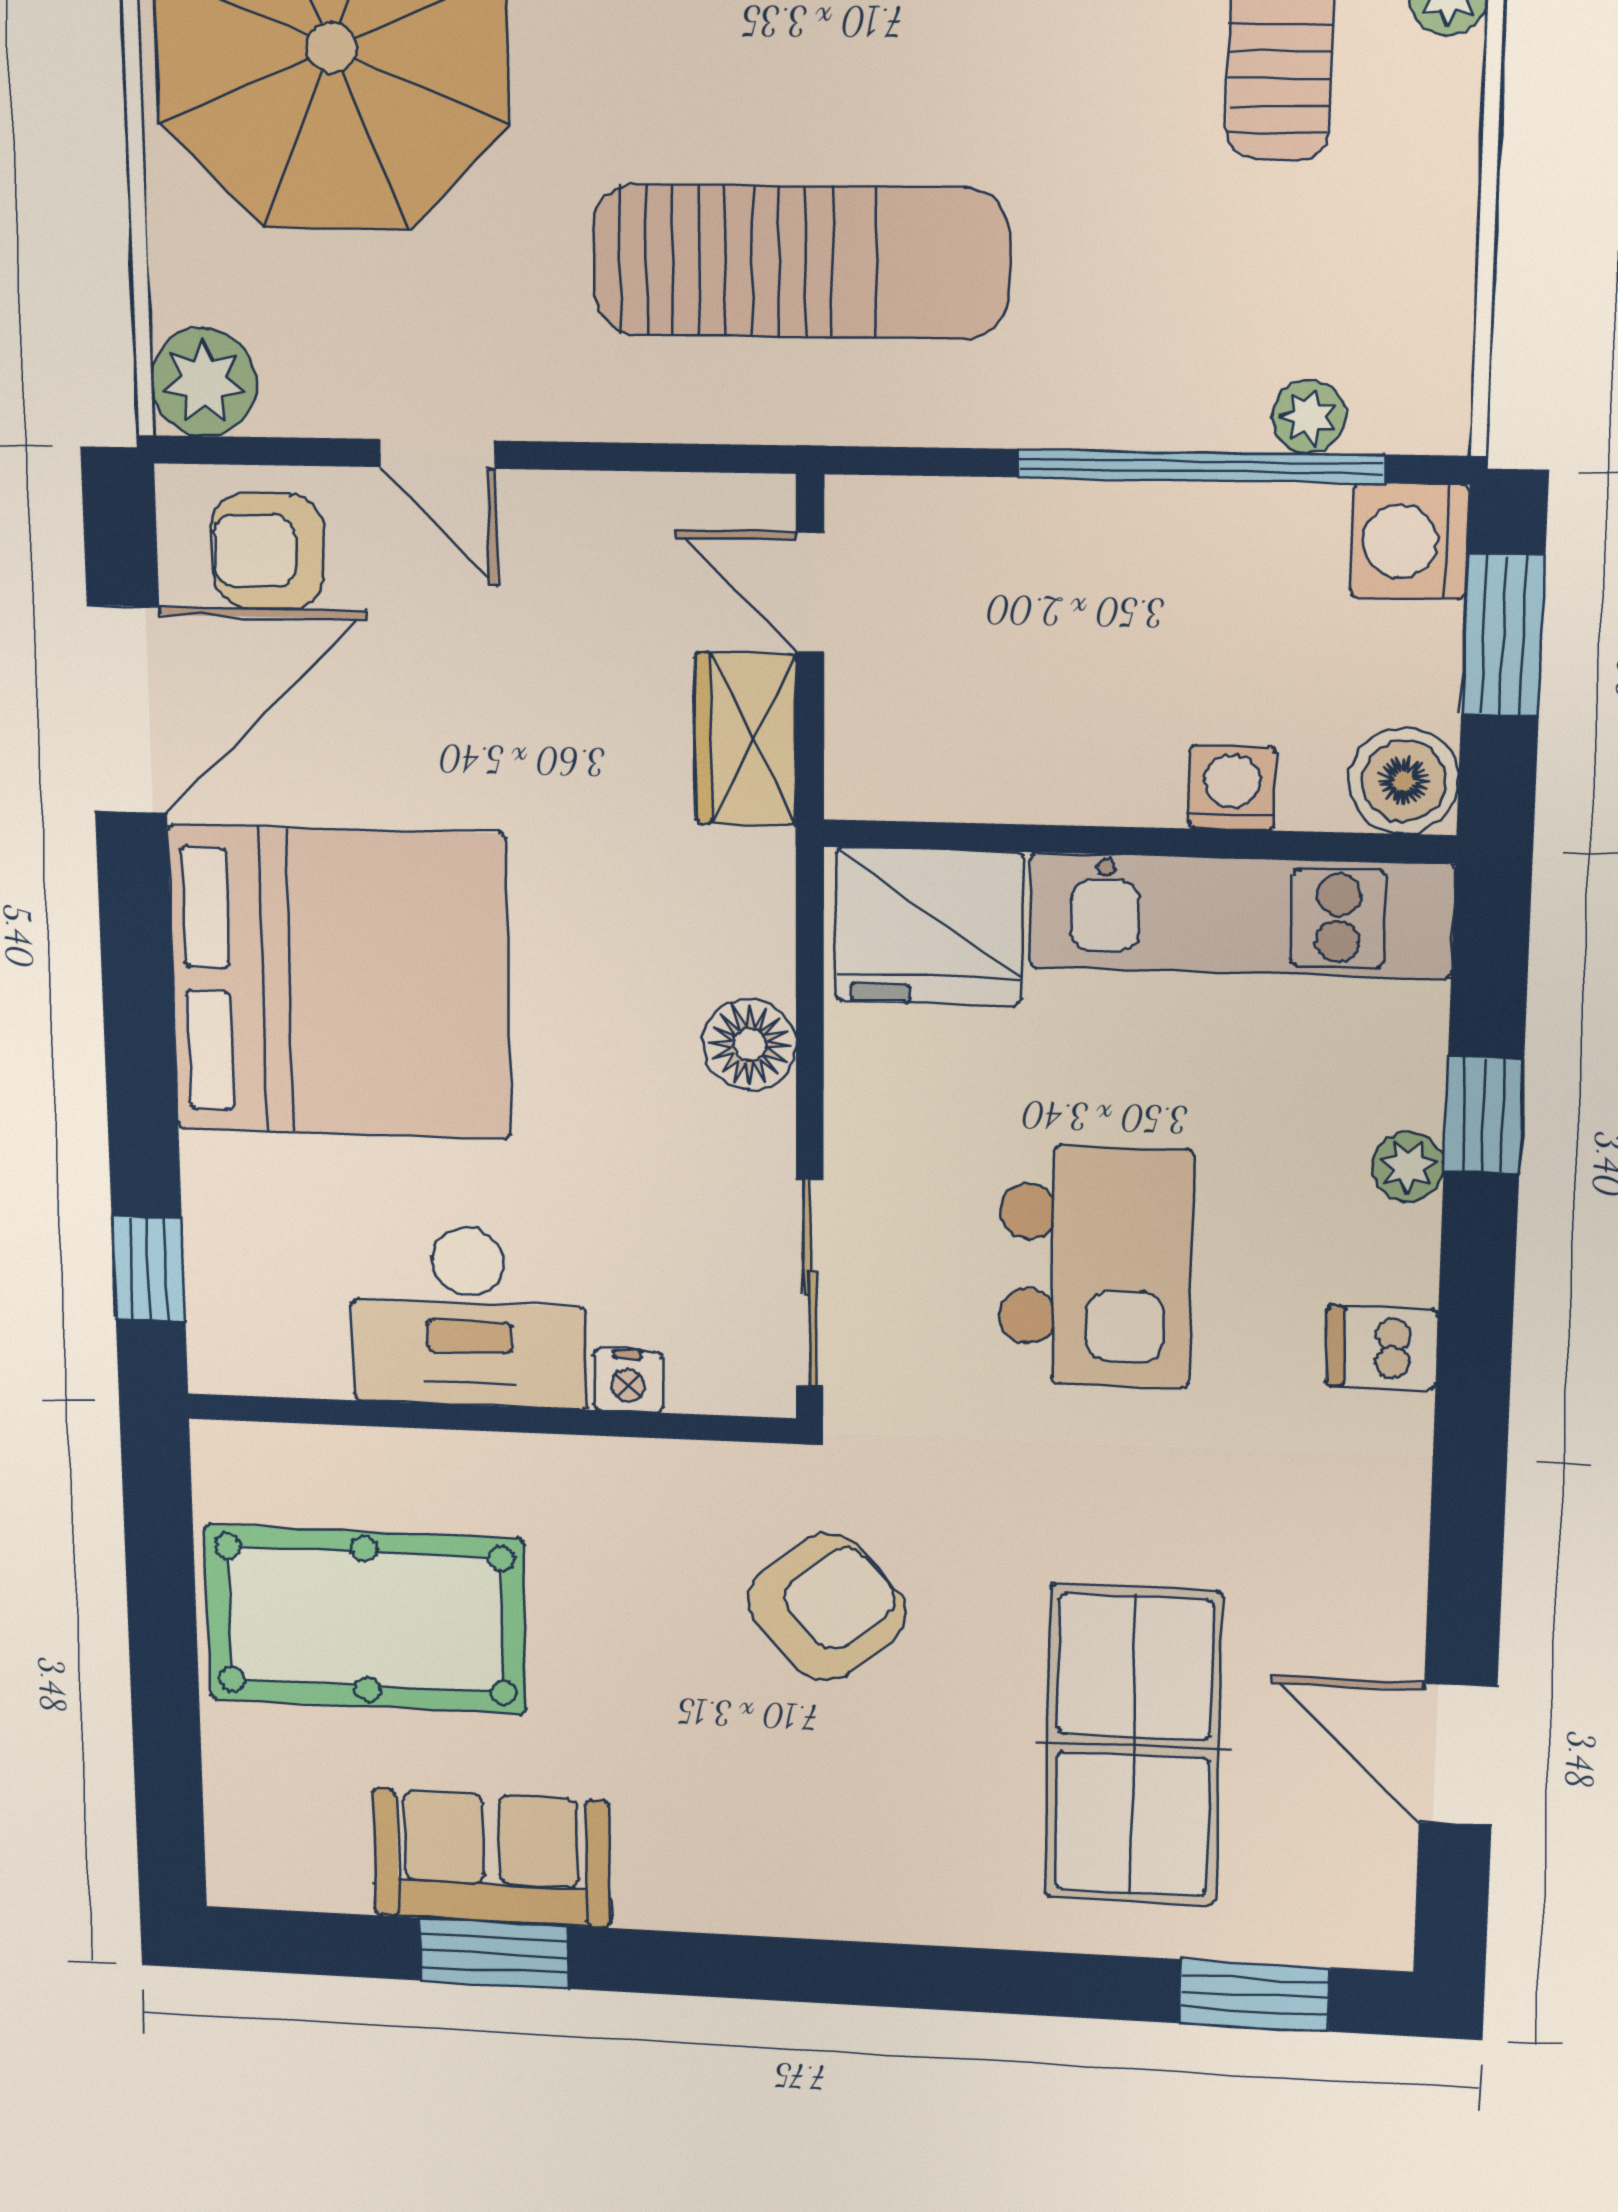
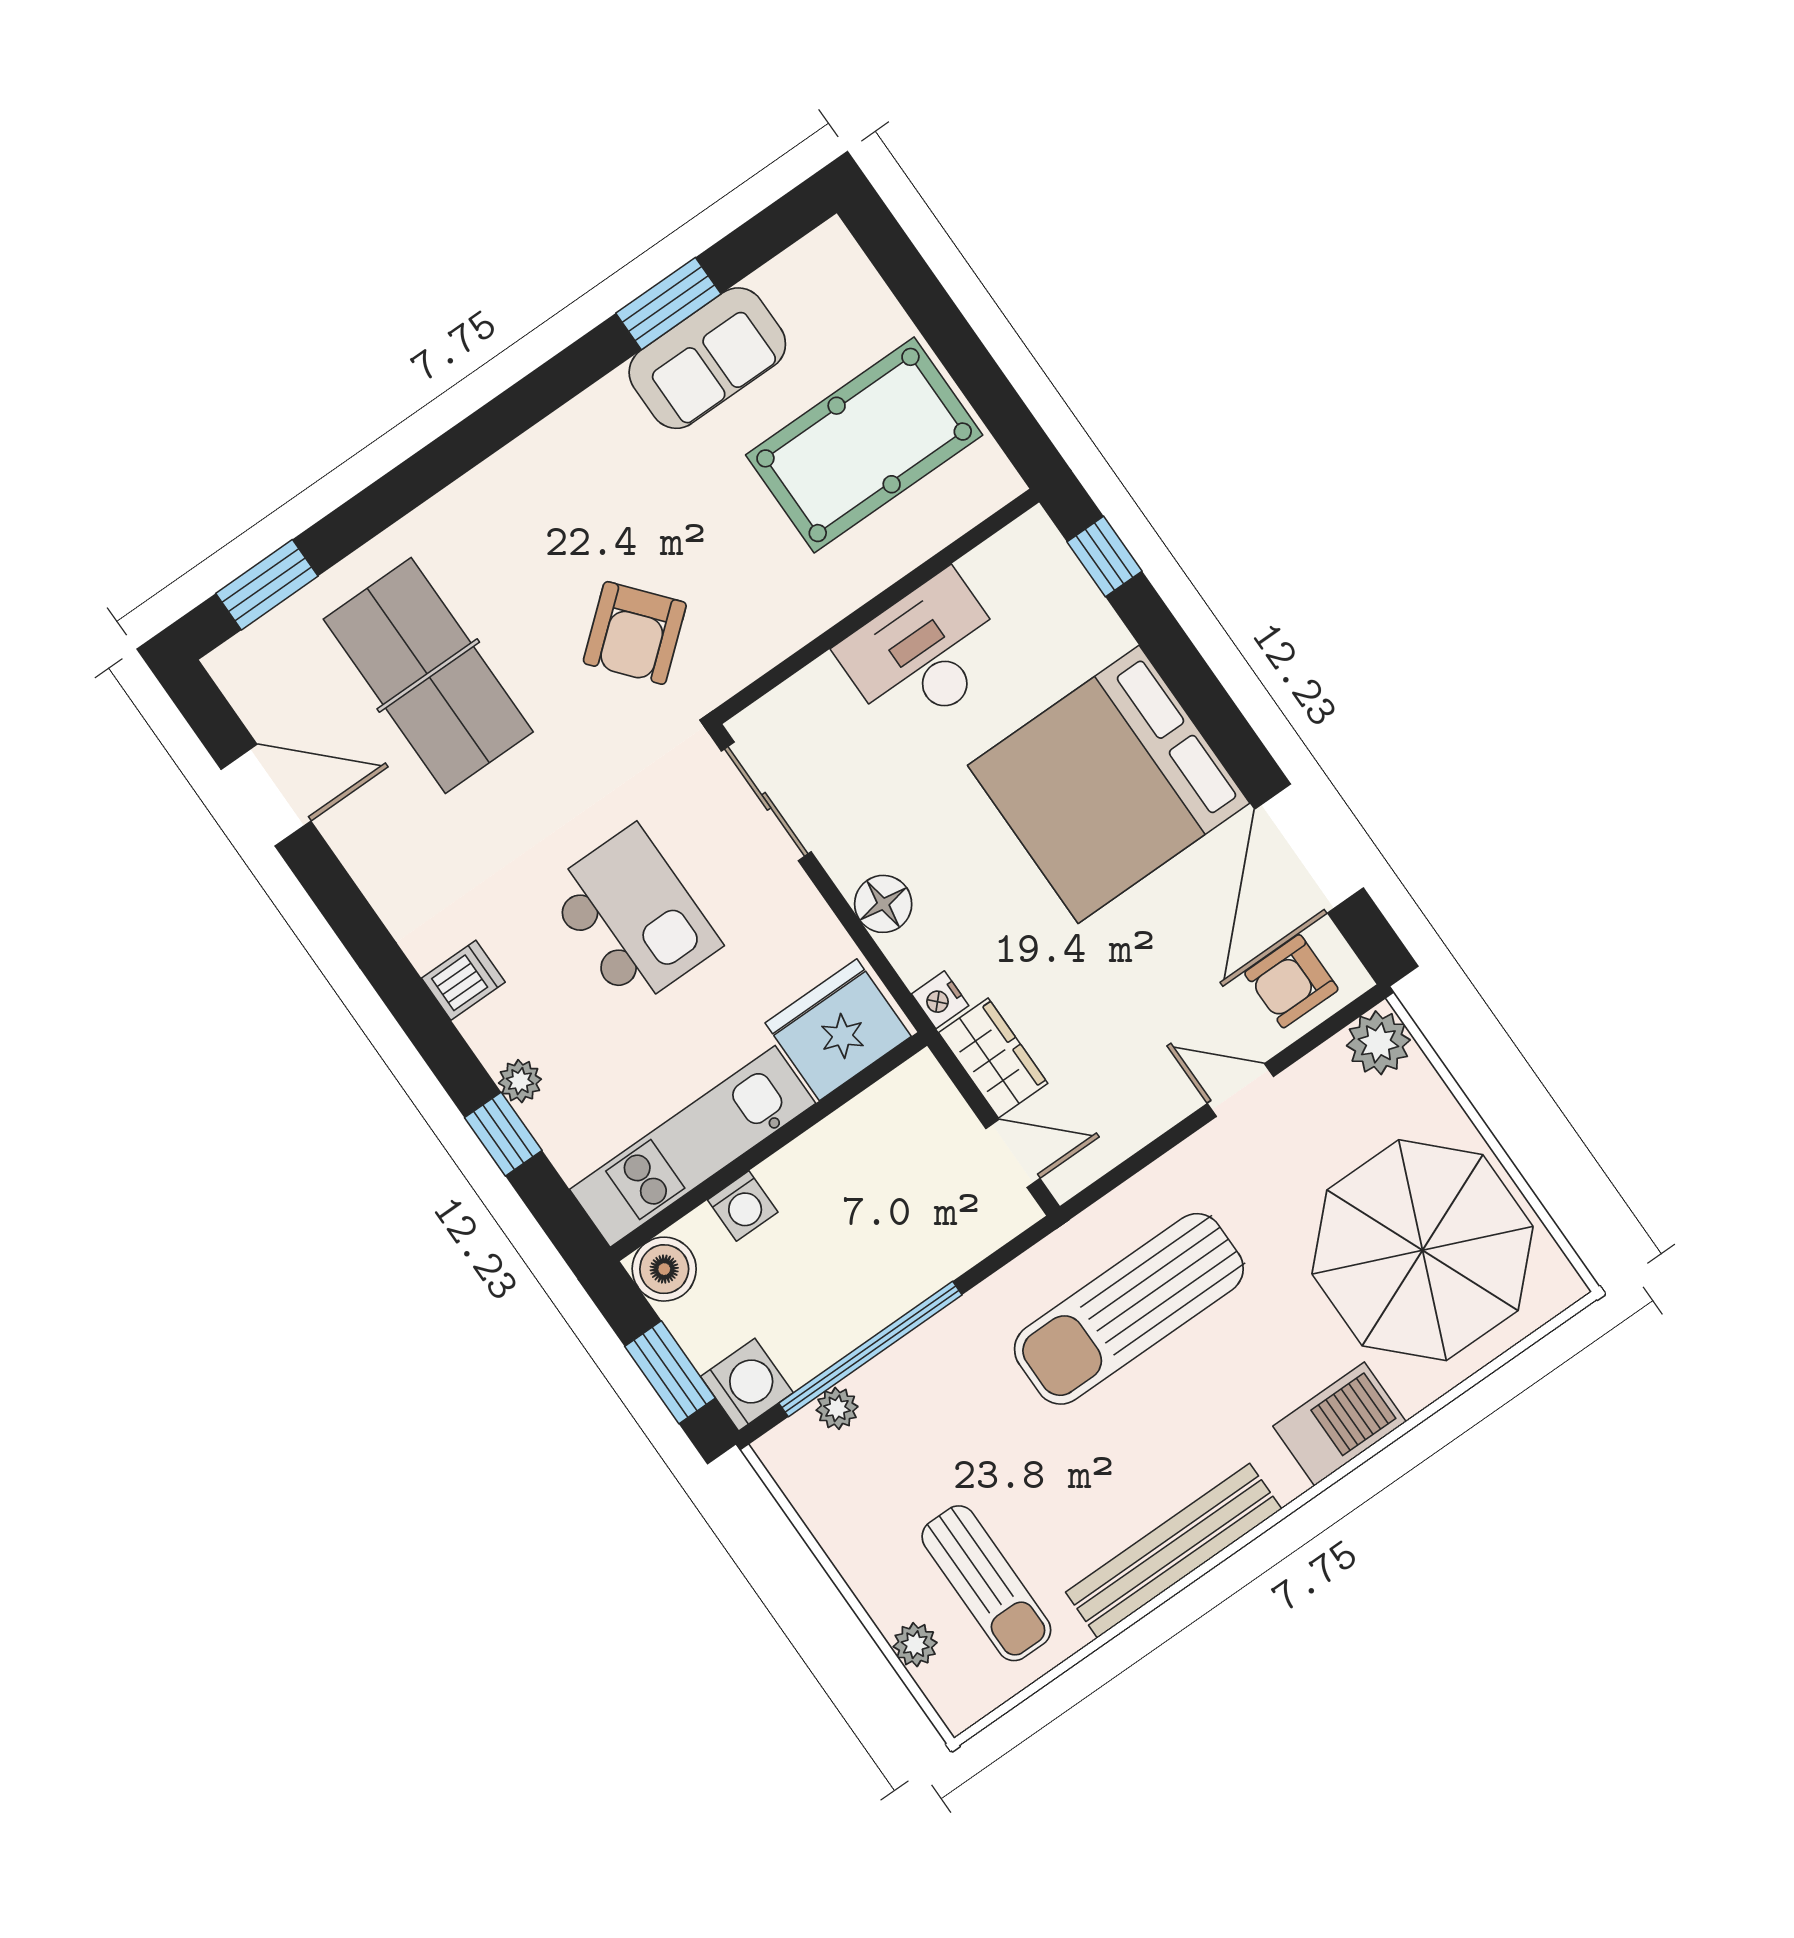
armchair: (268, 551) -> (1291, 981), turned 180
kitchen island: (1095, 1266) -> (633, 917), turned 180
nightstand: (628, 1381) -> (940, 1000), moved, turned -90

